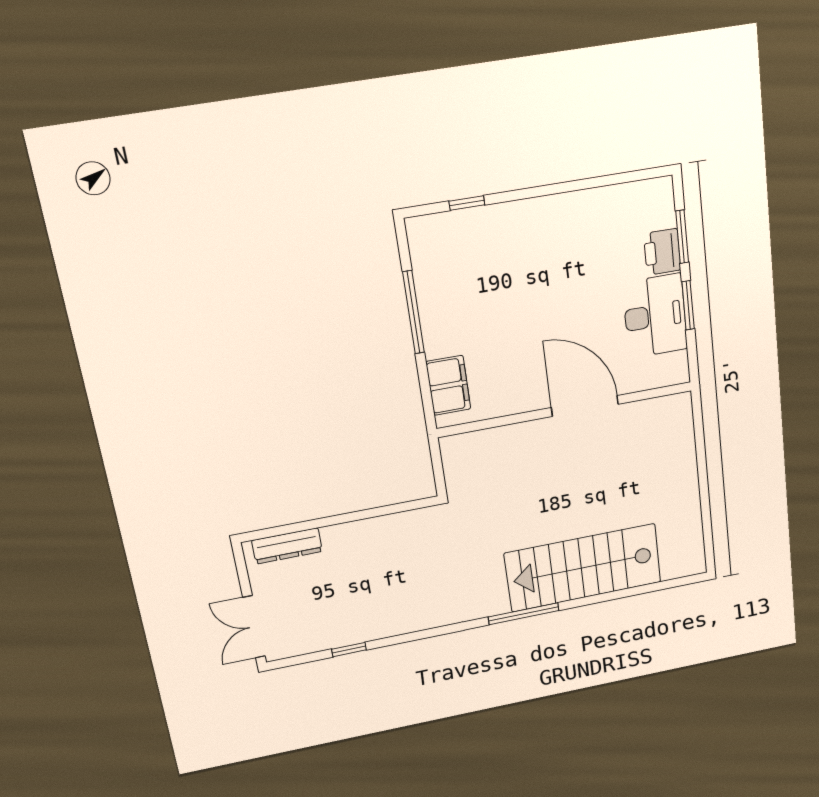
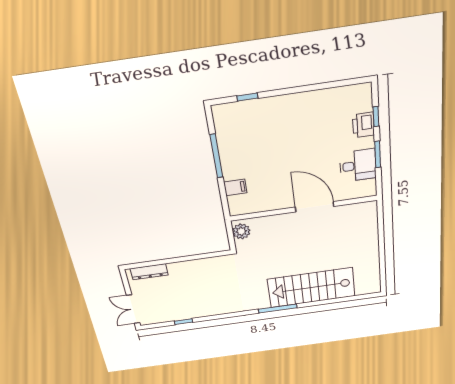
window: (682, 237) -> (376, 117), width x0.67
desk: (655, 316) -> (358, 165), width x0.73
filing cabinet: (448, 385) -> (235, 187), width x0.50
plant: (457, 458) -> (241, 231), added

